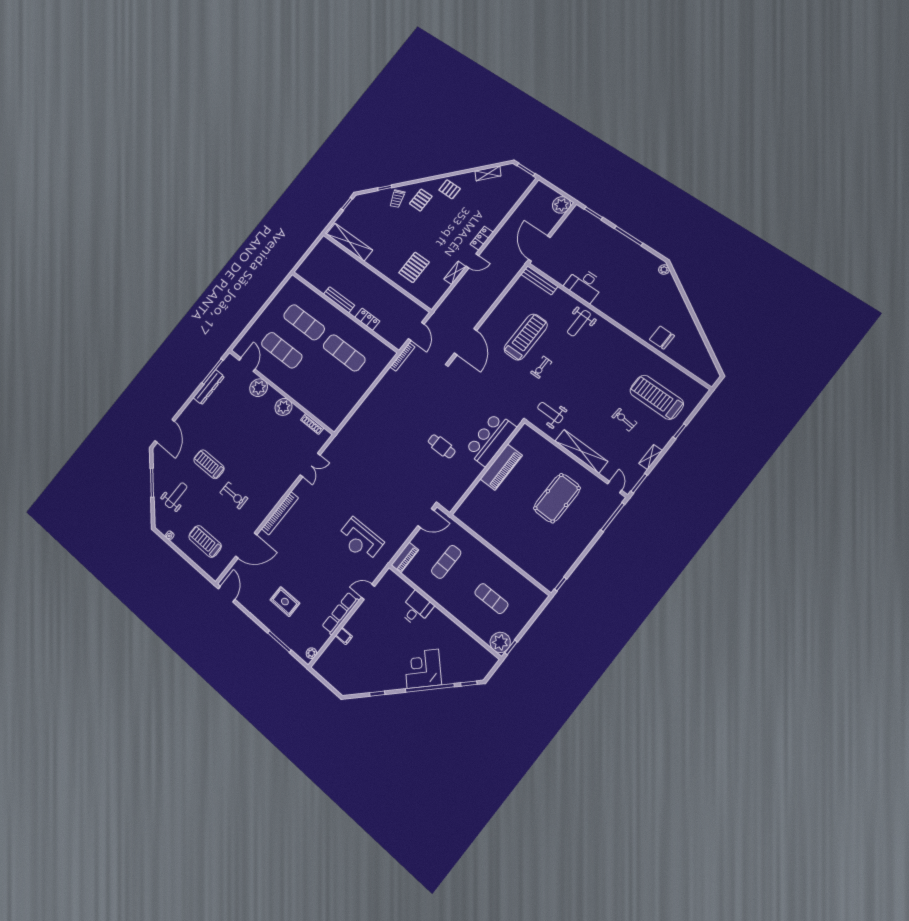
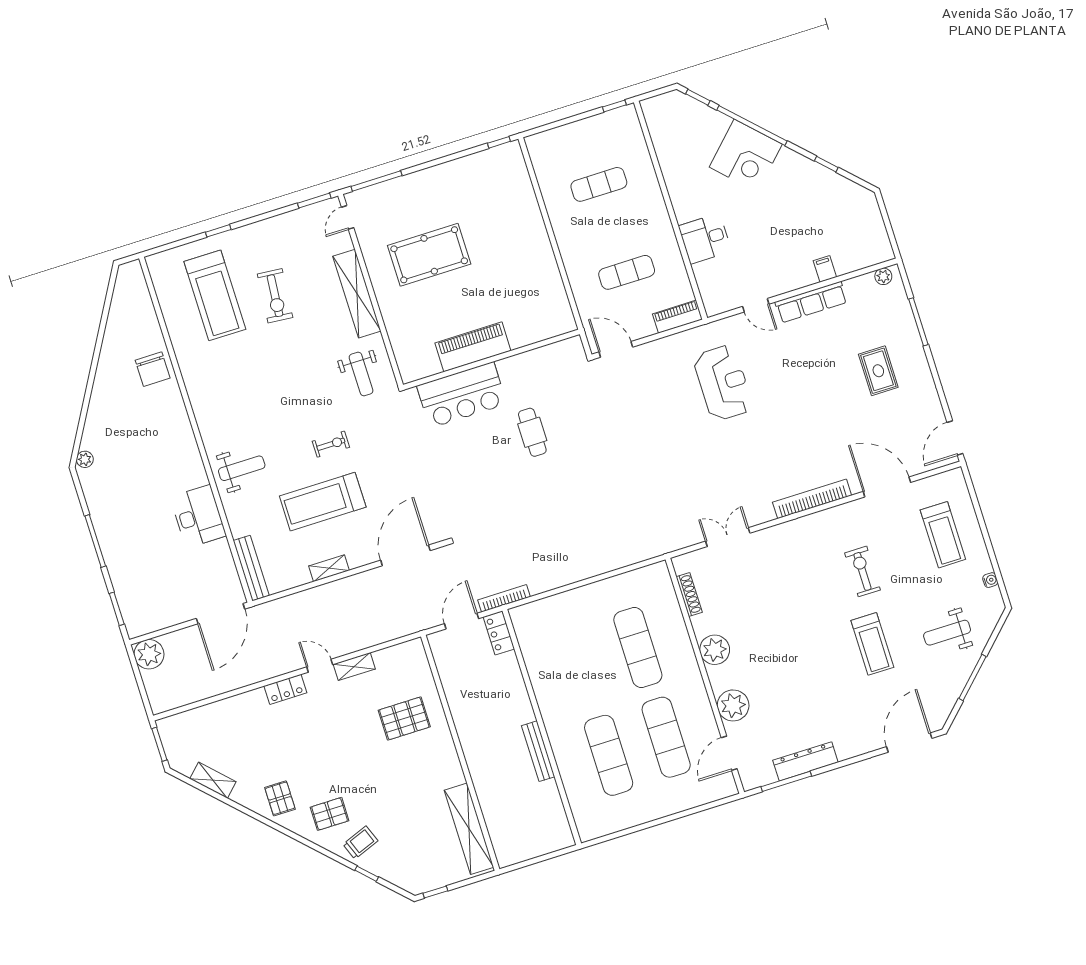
locker: (367, 319) -> (499, 633), moved
exercise mat: (344, 353) -> (638, 648), moved
exercise bike: (624, 420) -> (275, 296), width x1.38, depth x1.39
shelving: (651, 457) -> (329, 568), moved
exercise mat: (491, 599) -> (599, 184), turned 90
plant: (500, 642) -> (624, 122), removed

